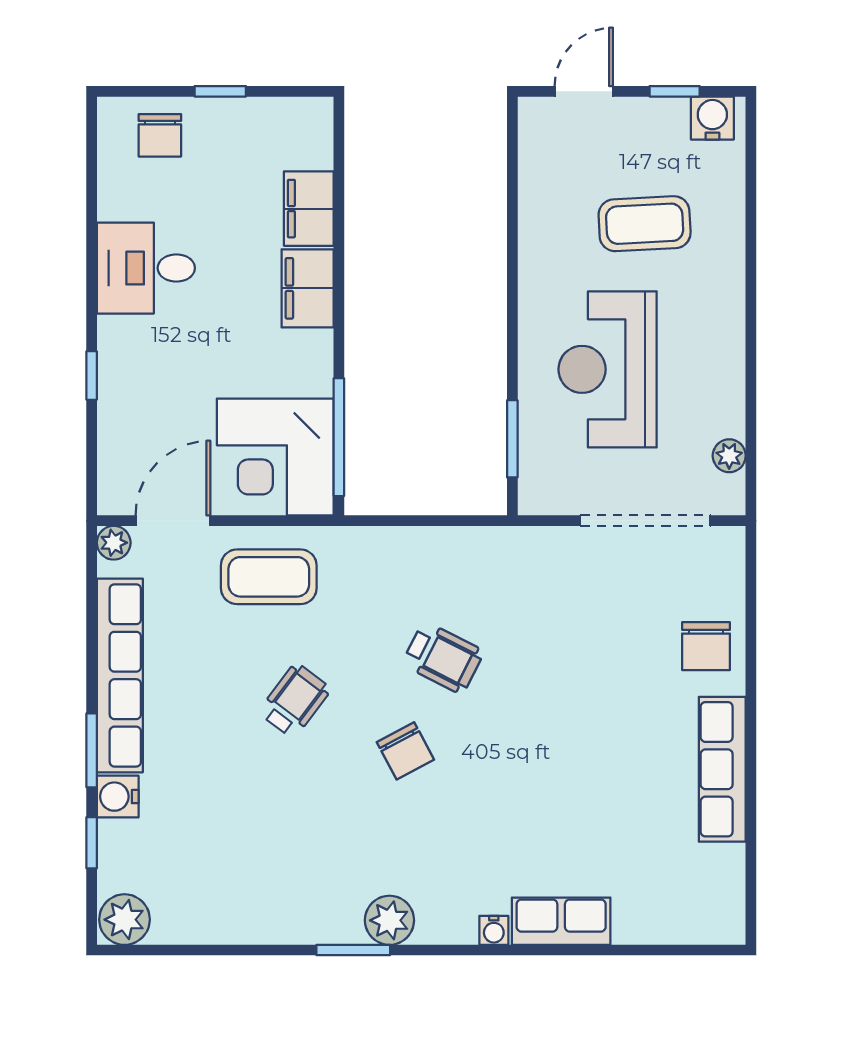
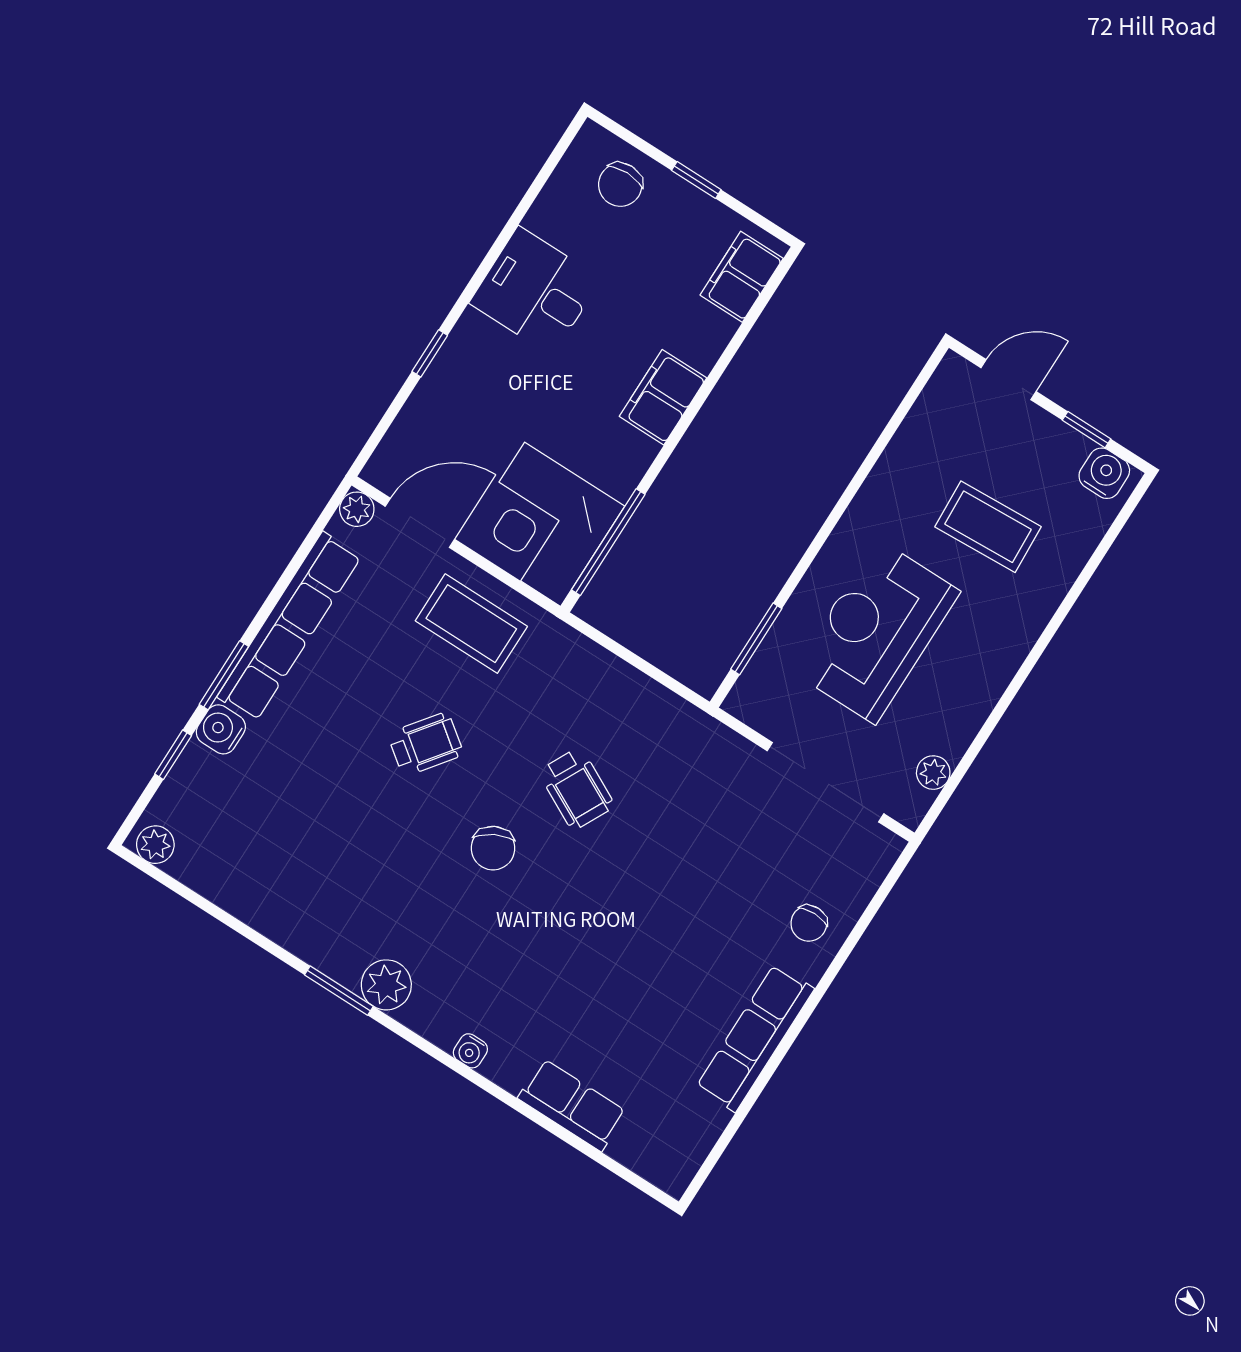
filing cabinet: (309, 209) -> (742, 277), moved
chair: (706, 646) -> (809, 923), width x0.73, depth x0.73
plant: (124, 920) -> (155, 845), width x0.73, depth x0.73
row of seats: (561, 921) -> (572, 1105), moved

